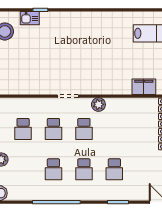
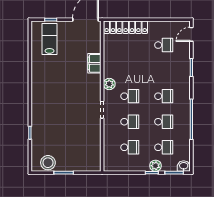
kitchen sink: (30, 18) -> (37, 142), removed
filing cabinet: (144, 87) -> (94, 63), moved
school desk: (23, 169) -> (164, 147), added
school desk: (114, 169) -> (164, 45), moved

